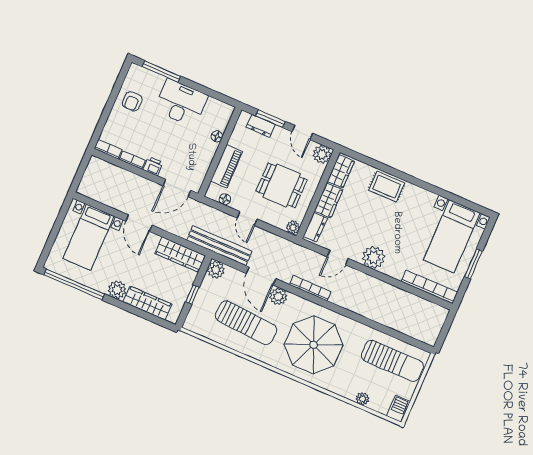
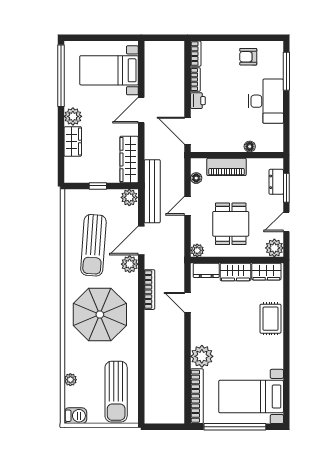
plant: (374, 257) -> (202, 356), moved
window: (473, 264) -> (235, 427), width x2.11
wardrobe: (147, 303) -> (73, 141), width x0.67

